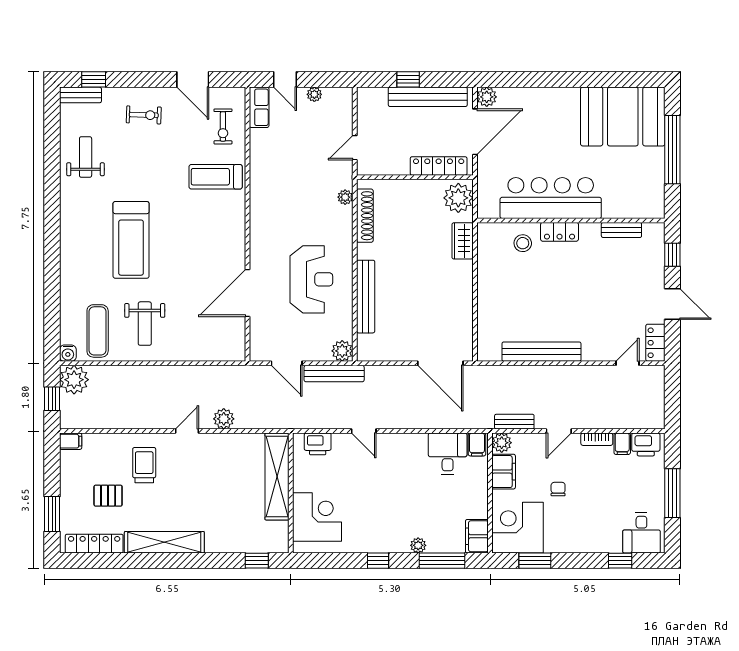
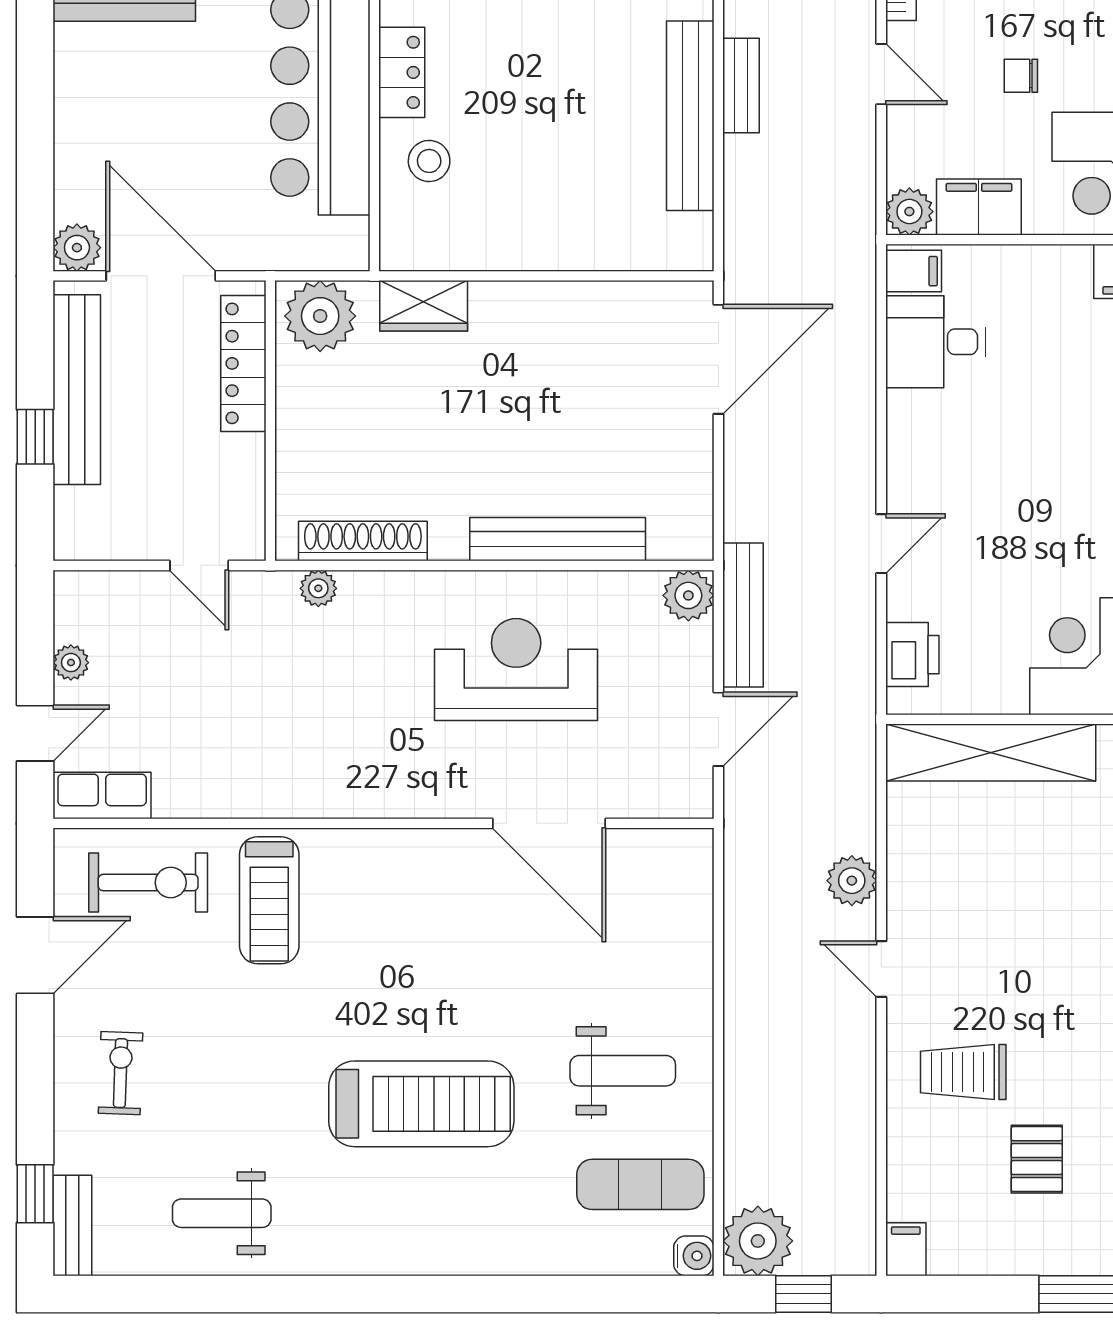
exercise bike: (223, 126) -> (148, 883), width x1.38, depth x1.39
bench: (514, 422) -> (741, 86), moved

